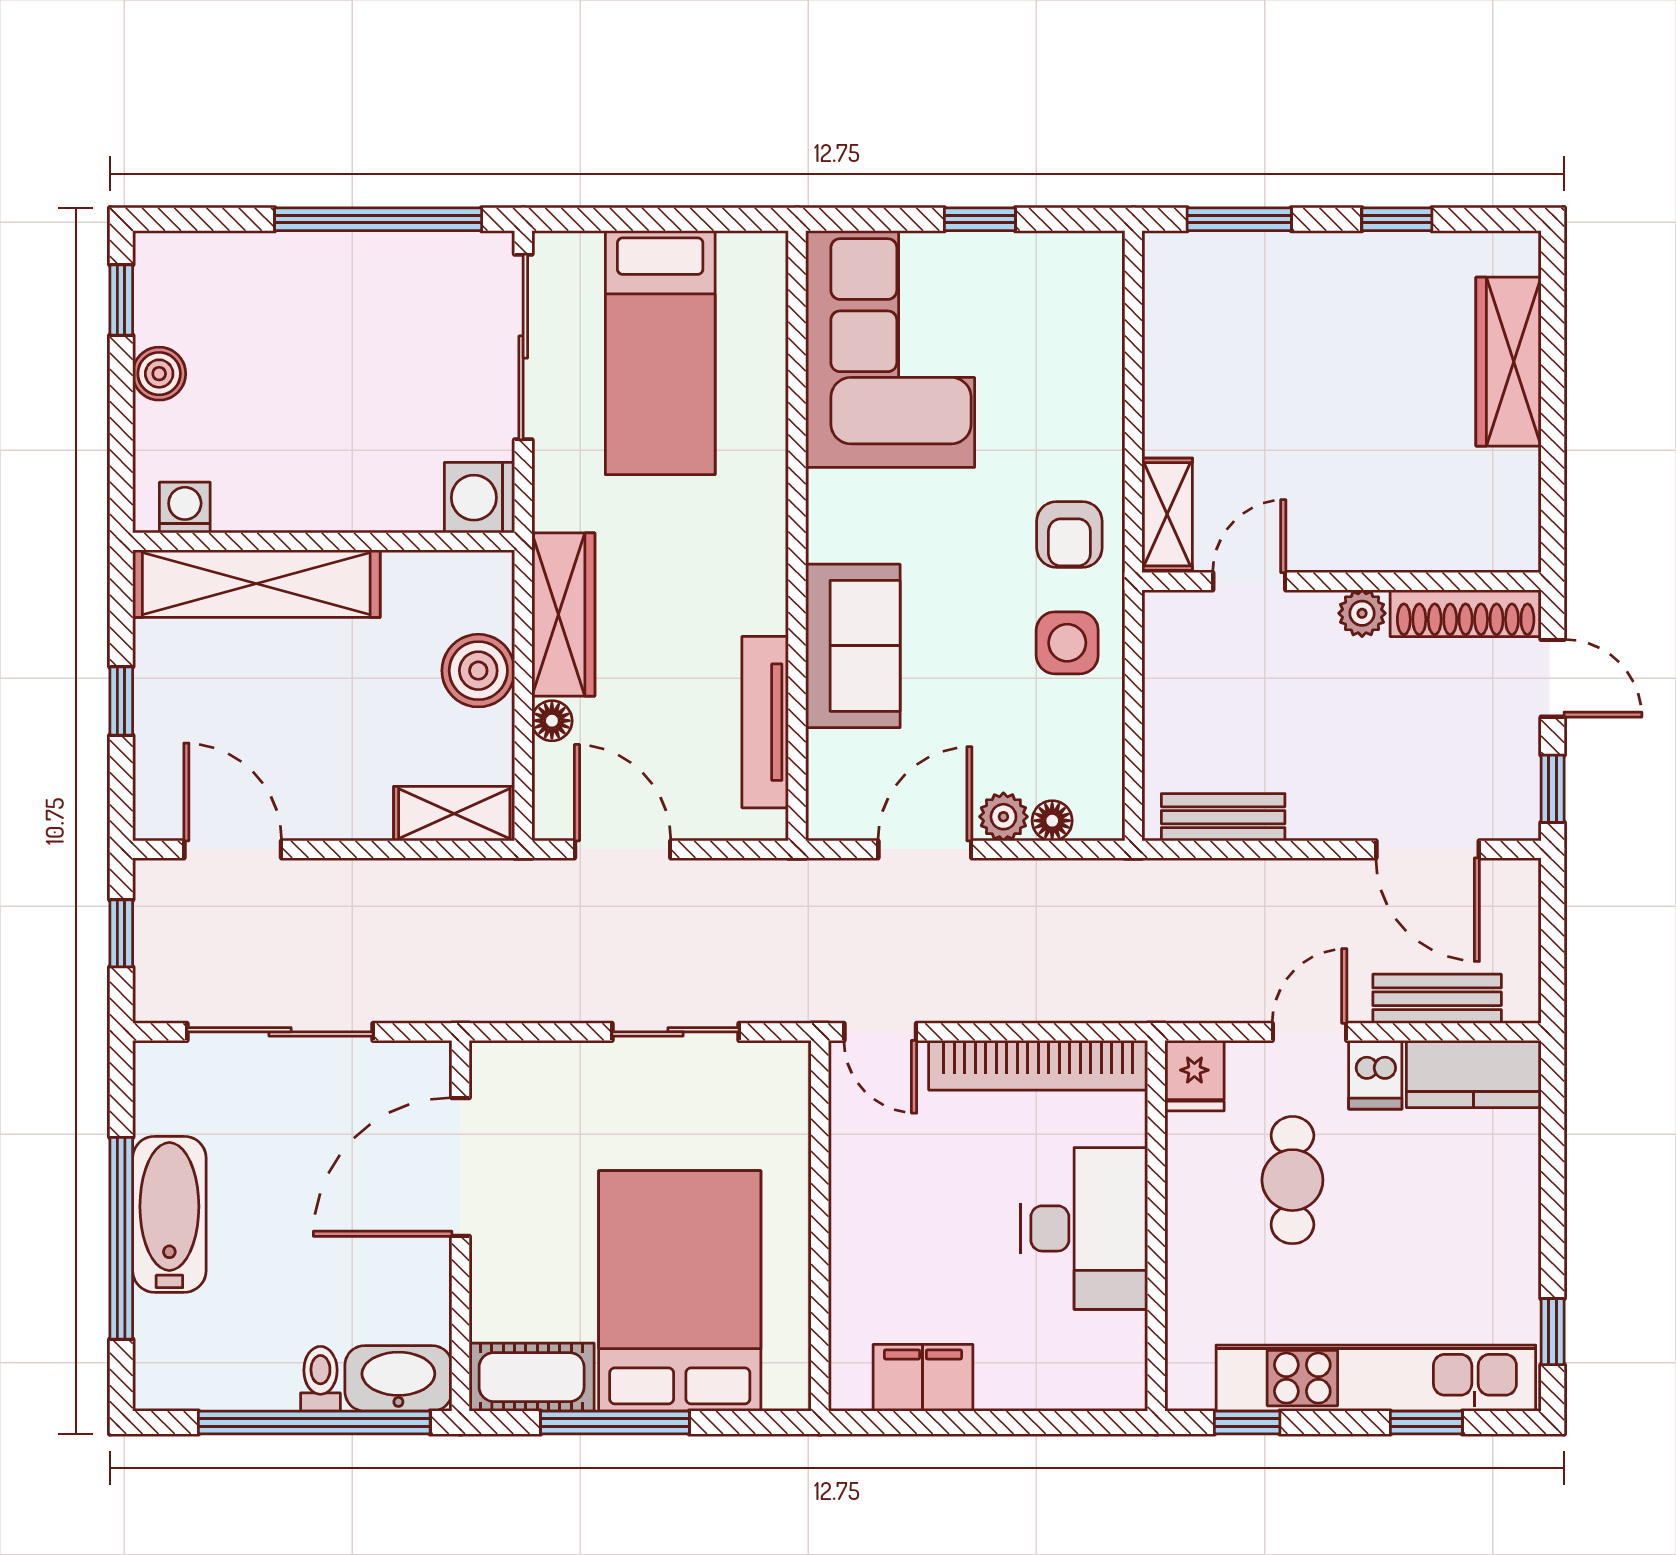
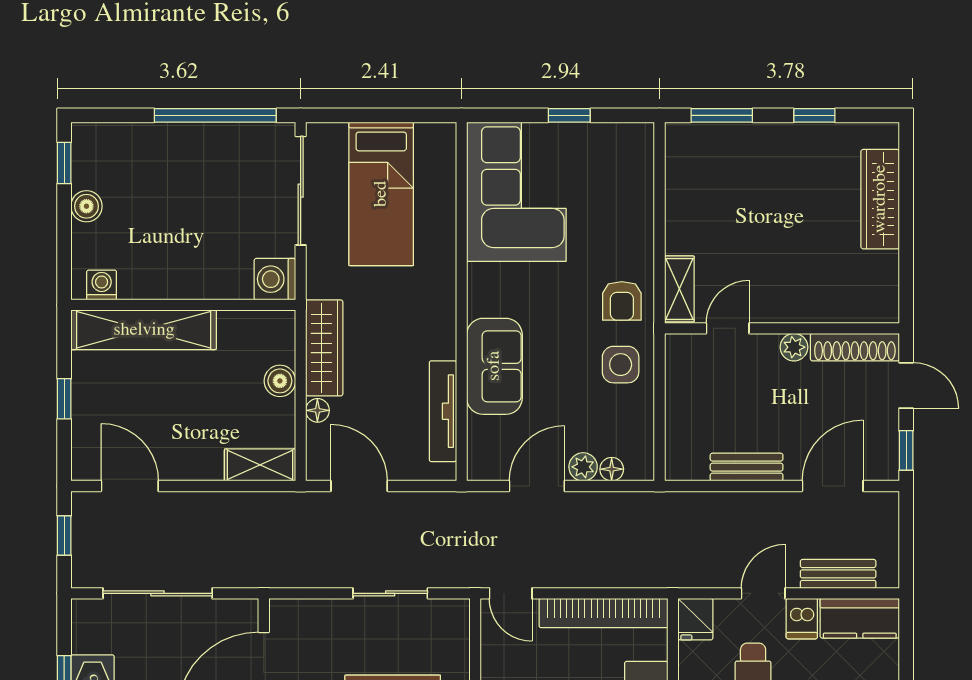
boiler: (478, 671) -> (280, 381), width x0.73, depth x0.73
bench: (1223, 817) -> (747, 467), moved
door: (1428, 849) -> (833, 486), swing flipped

